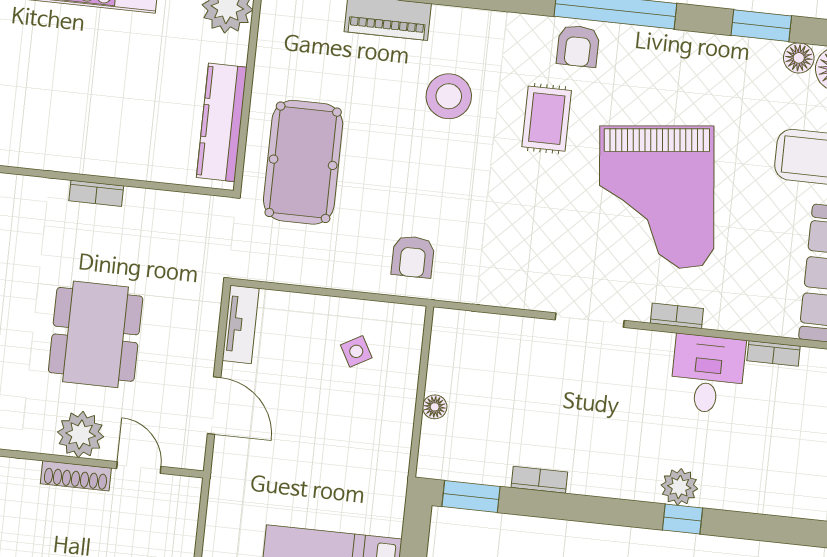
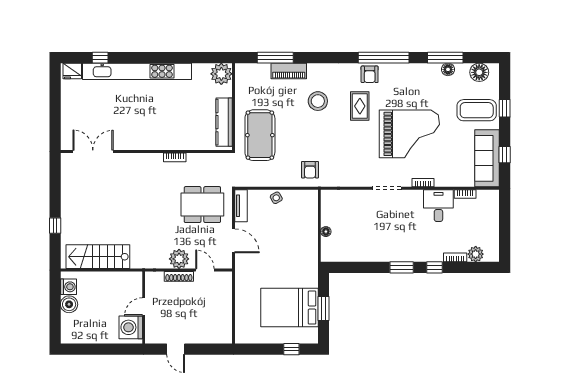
window: (761, 26) -> (445, 58), width x1.44
floor lamp: (799, 58) -> (448, 69), moved
grand piano: (657, 197) -> (409, 134), turned -84
dining table: (96, 334) -> (202, 205), moved, turned 90
side table: (356, 351) -> (276, 198), moved
bookcase: (539, 480) -> (455, 257), moved
plant: (679, 487) -> (476, 254), moved
window: (471, 496) -> (402, 267), moved

